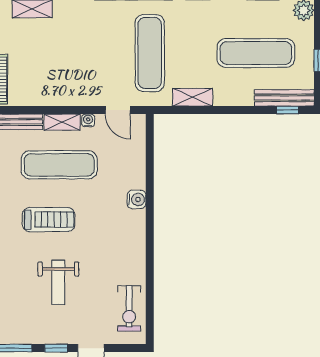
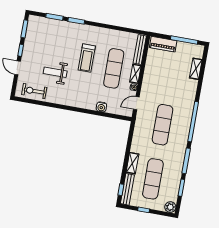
exercise mat: (150, 53) -> (163, 125), turned 90
shelving: (193, 97) -> (132, 163), moved
water cooler: (137, 199) -> (101, 107), moved
weight bench: (58, 282) -> (55, 72), moved

